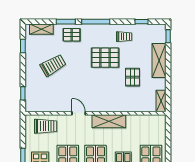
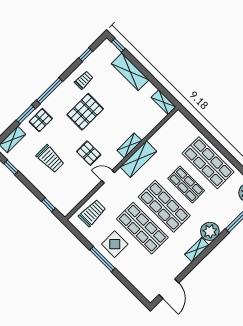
trolley: (53, 65) -> (50, 159), turned 120
pallet: (132, 77) -> (89, 153), moved
shelving: (112, 107) -> (129, 145), added

